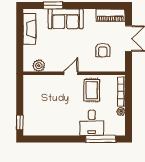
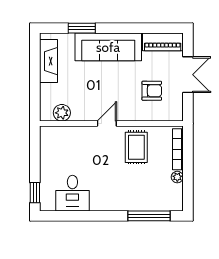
sofa: (66, 19) -> (108, 47), width x1.36
armchair: (103, 50) -> (152, 91), turned -90
desk: (92, 123) -> (72, 193), moved

